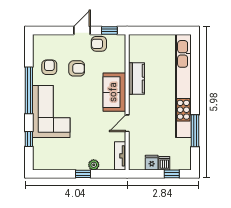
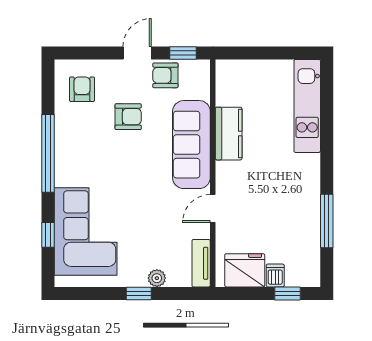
armchair: (49, 67) -> (82, 89), moved
kitchen unit: (183, 86) -> (307, 106), width x0.54
sofa: (114, 92) -> (191, 145), width x1.36
corner sofa: (51, 111) -> (86, 232), moved
fridge: (152, 163) -> (245, 270), width x1.88, depth x1.34

